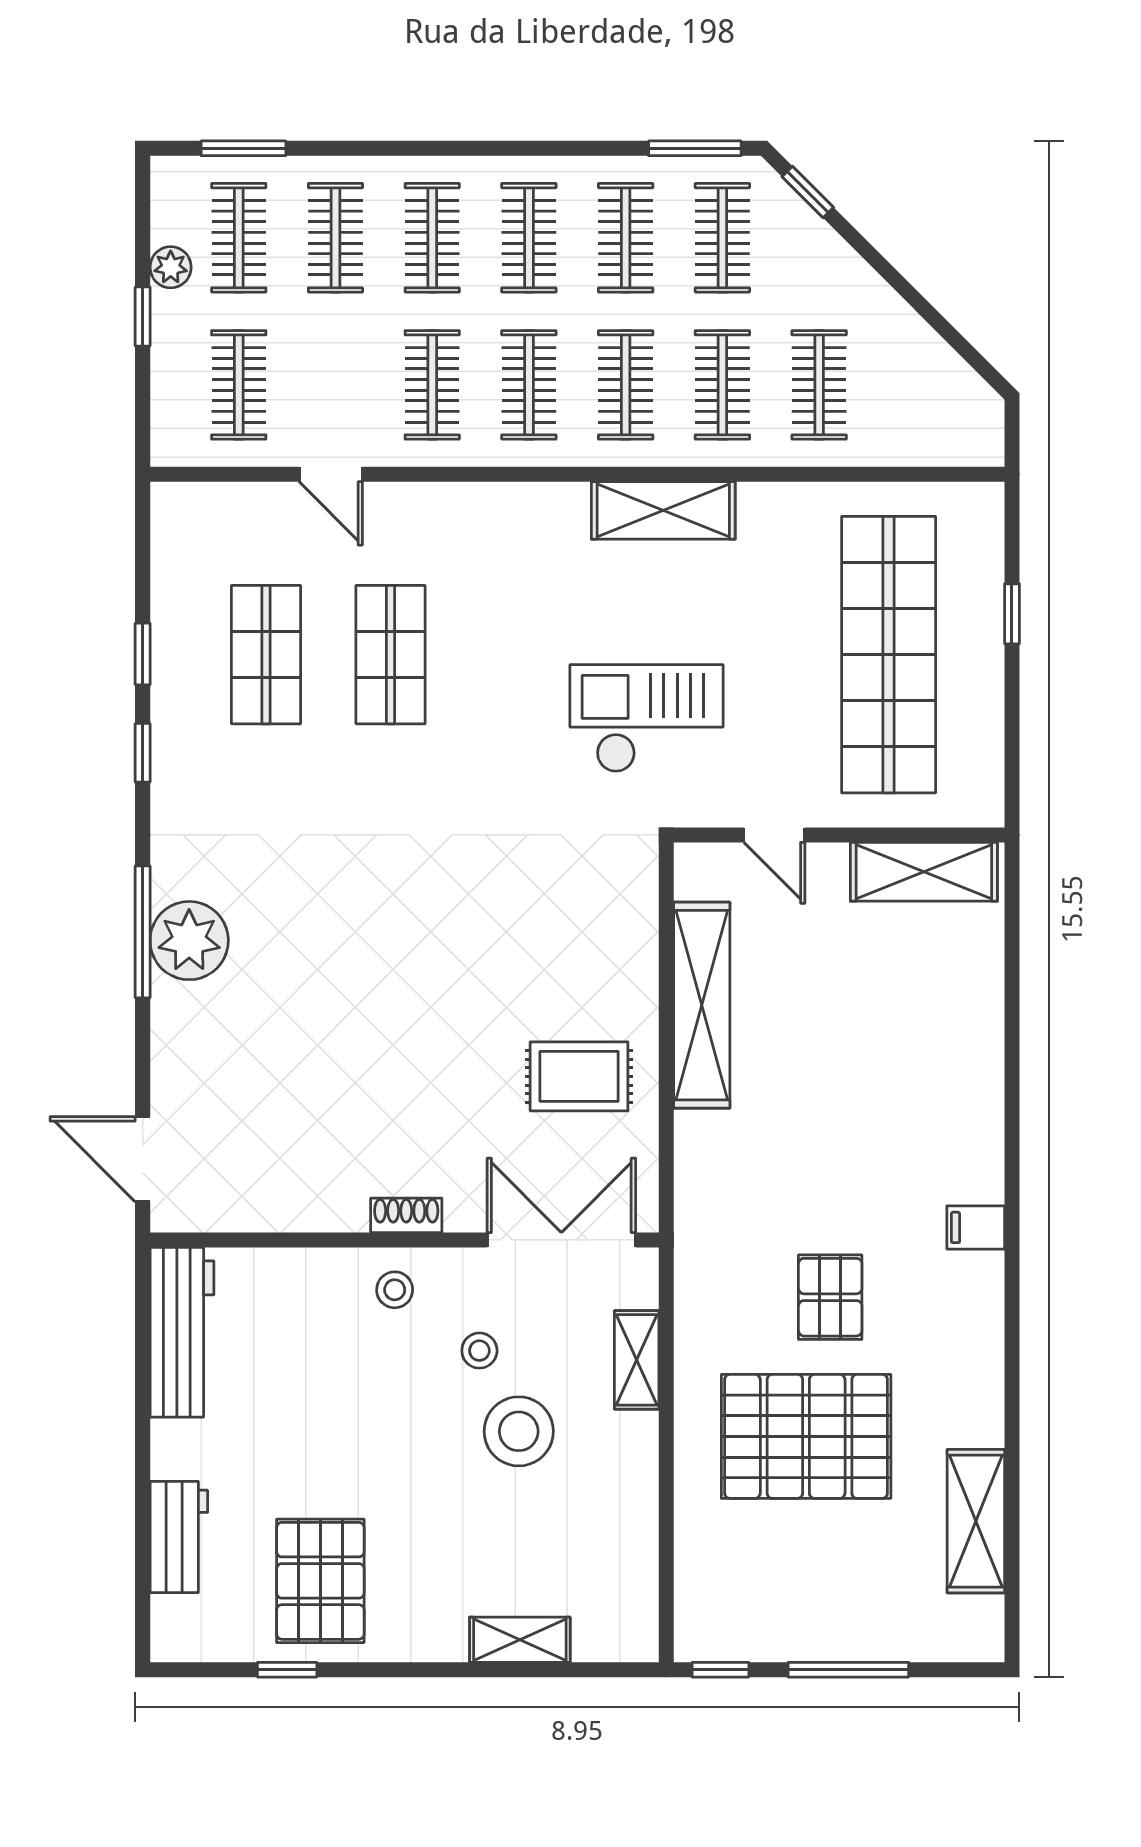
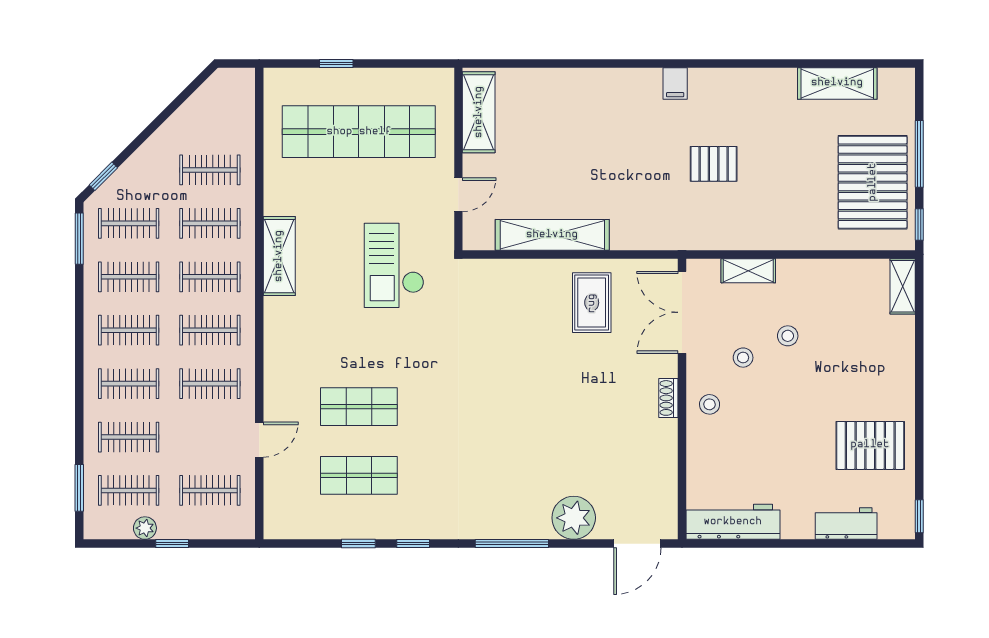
plant: (189, 941) -> (574, 518), moved
stool: (519, 1431) -> (788, 336), width x0.53, depth x0.53
pallet: (806, 1436) -> (873, 182), moved
shelving: (520, 1640) -> (903, 286), moved
window: (287, 1670) -> (919, 516), moved

